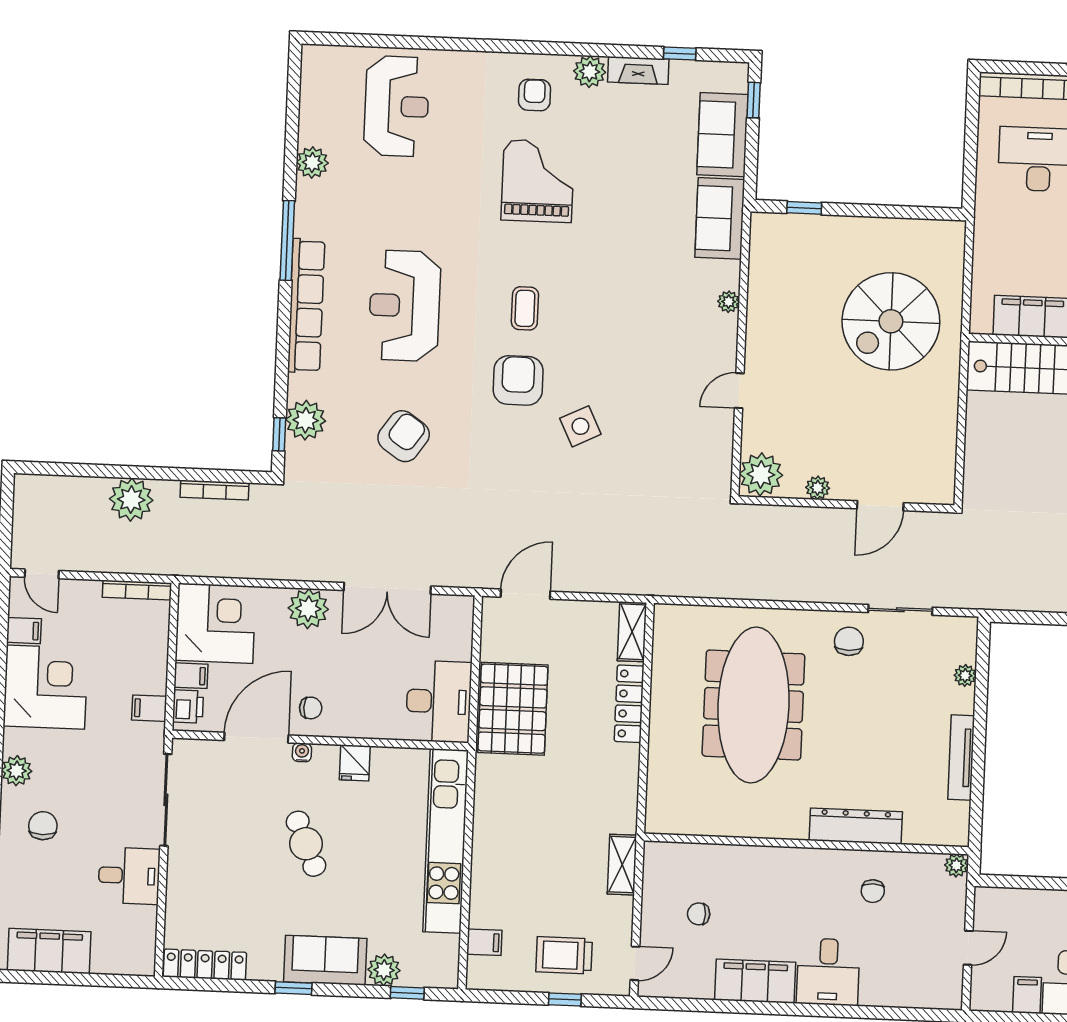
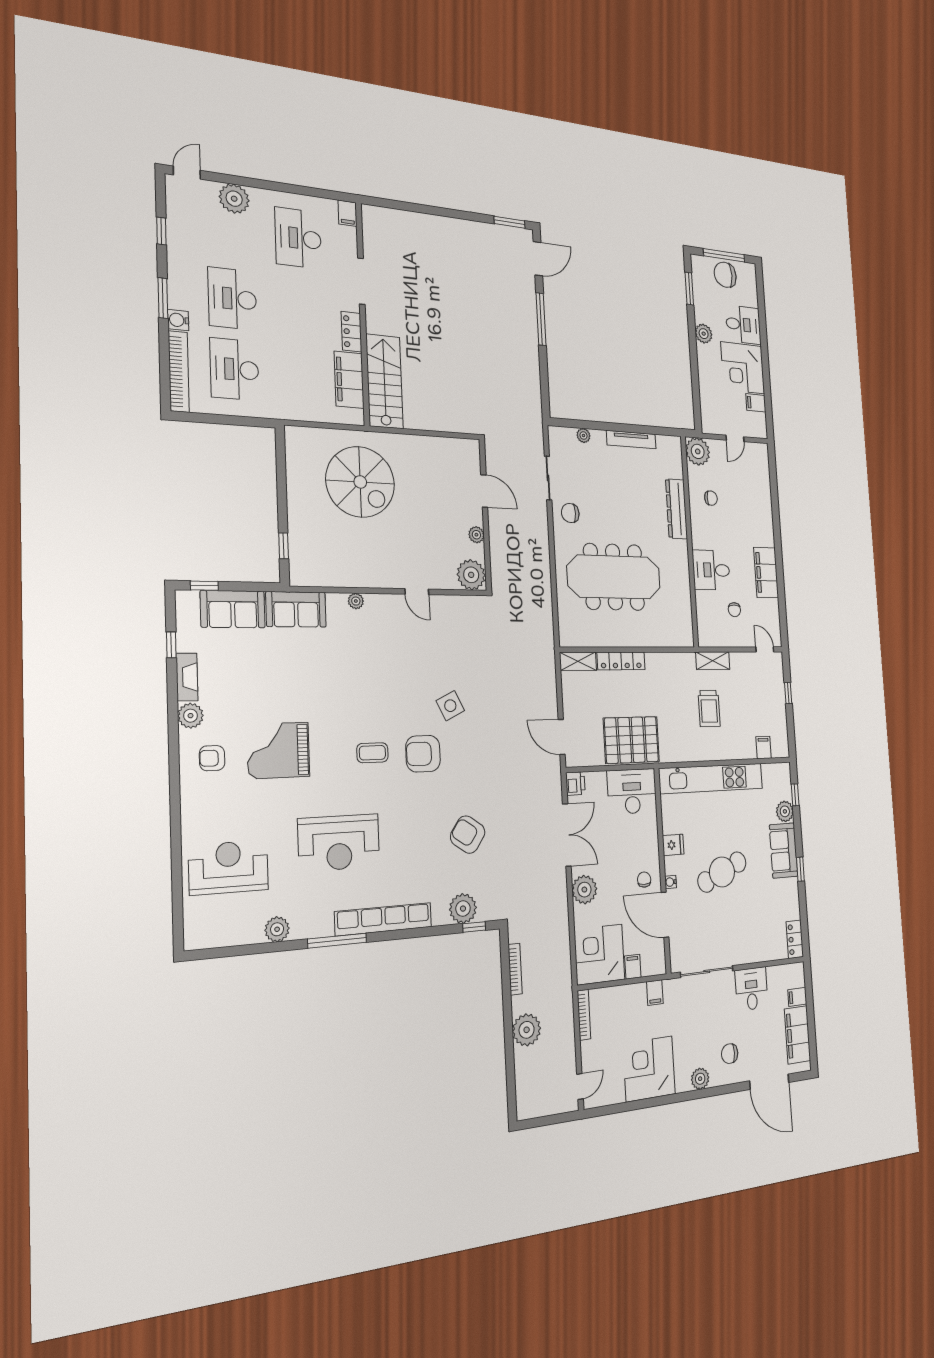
reception desk: (405, 306) -> (339, 843), moved
filing cabinet: (24, 631) -> (797, 997), moved, turned -90
printer: (188, 707) -> (575, 784), moved, turned 90
cafe table: (306, 844) -> (722, 872), width x1.37, depth x1.35
plant: (956, 865) -> (698, 451), width x1.88, depth x1.88
door: (968, 948) -> (735, 438), swing flipped
trolley: (564, 955) -> (709, 708), moved
locker: (205, 965) -> (795, 939), width x0.66
desk: (828, 972) -> (711, 570), moved, turned 180

